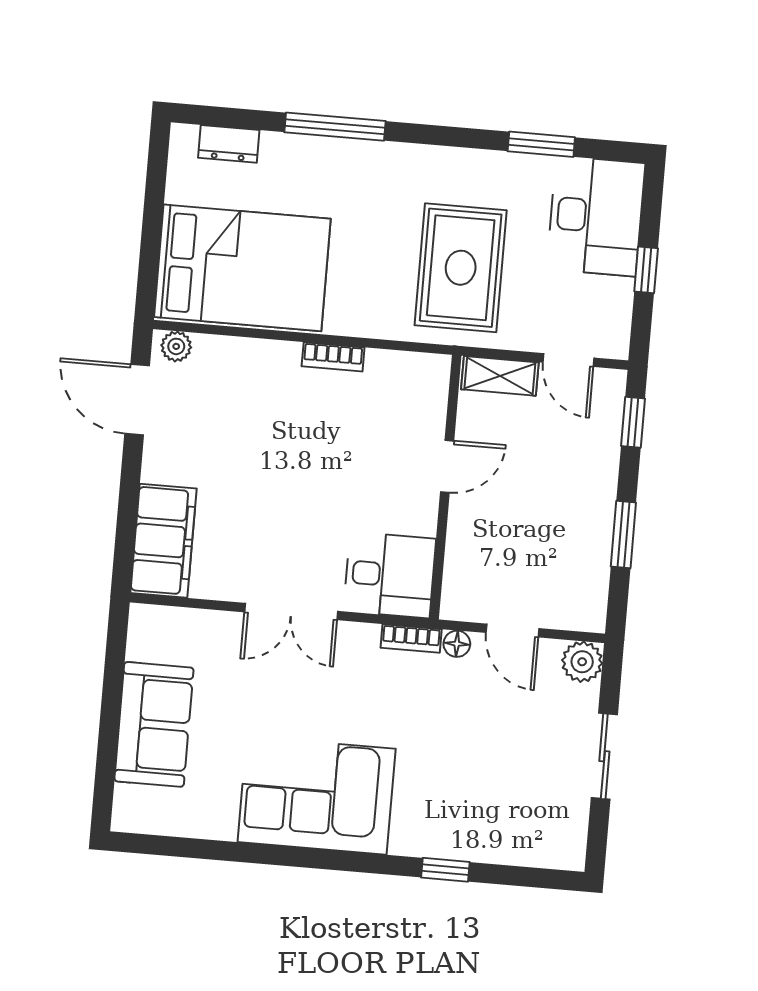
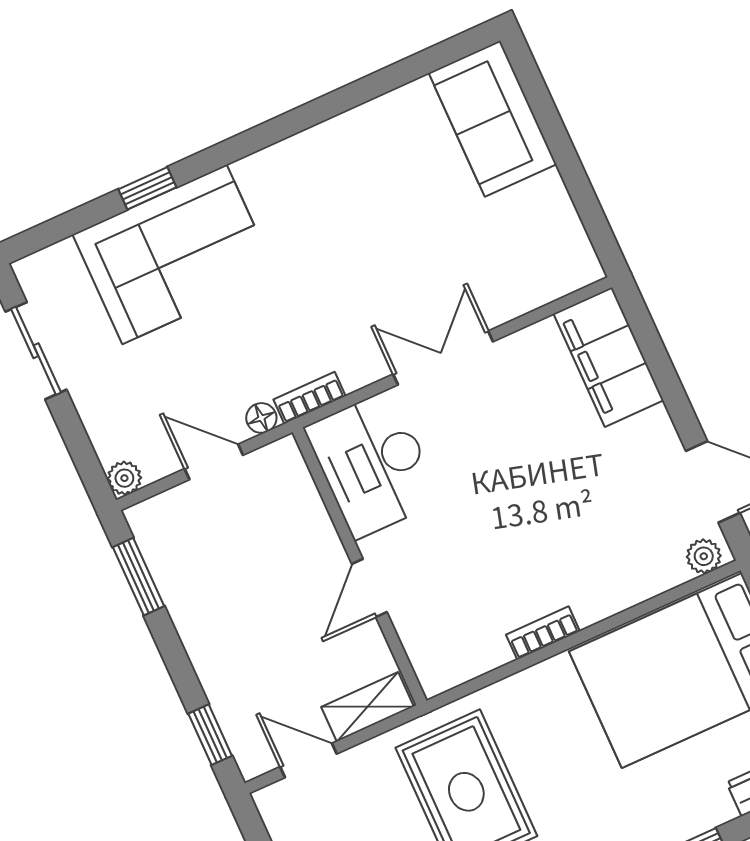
window: (623, 535) -> (138, 577), moved
desk: (390, 575) -> (373, 464), width x1.37
plant: (582, 662) -> (124, 478), width x0.73, depth x0.73
sofa: (154, 724) -> (493, 119), moved
sliding door: (604, 756) -> (36, 351), moved
corner sofa: (317, 795) -> (174, 254), moved

